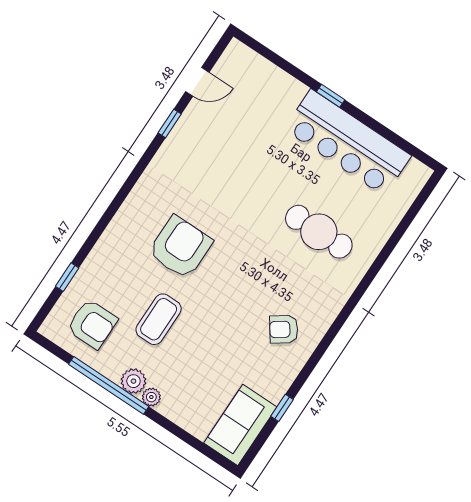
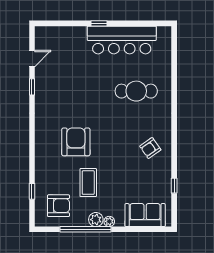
sofa: (240, 425) -> (145, 215), moved, turned 90

